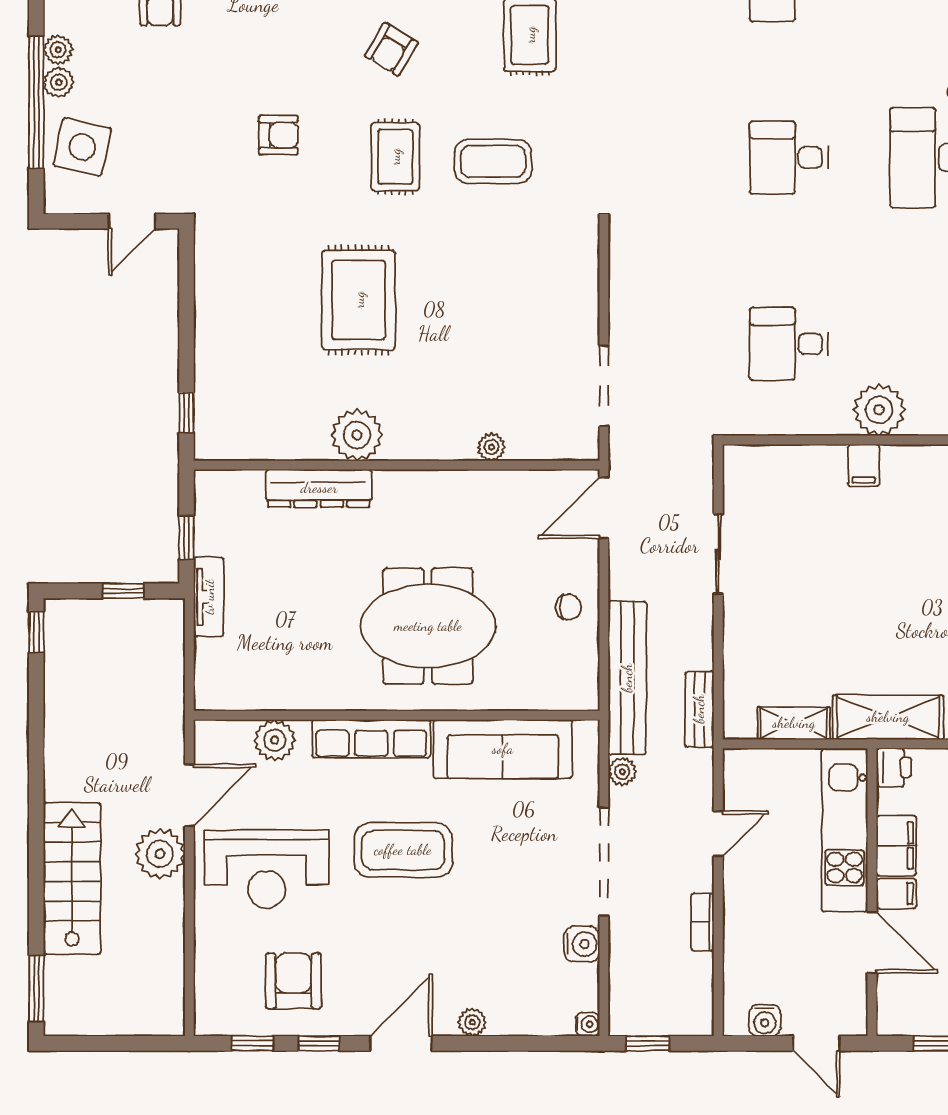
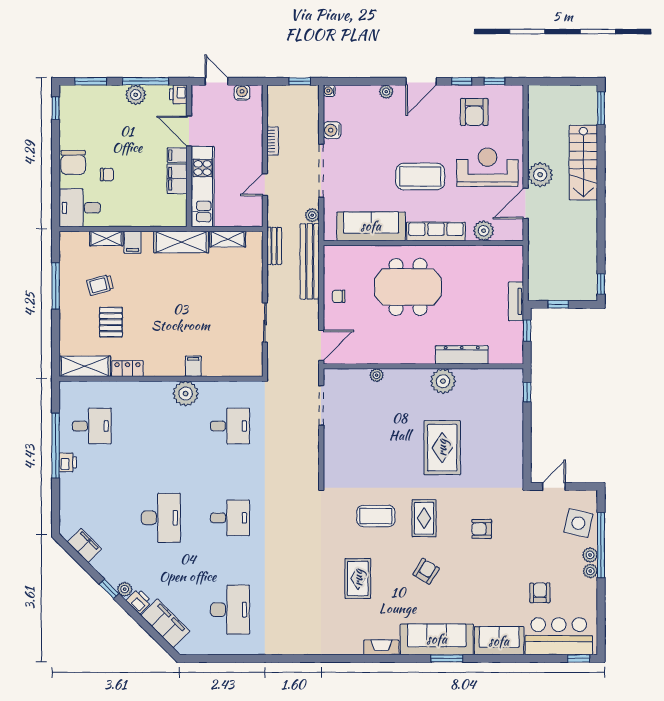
printer: (894, 767) -> (178, 94), moved

